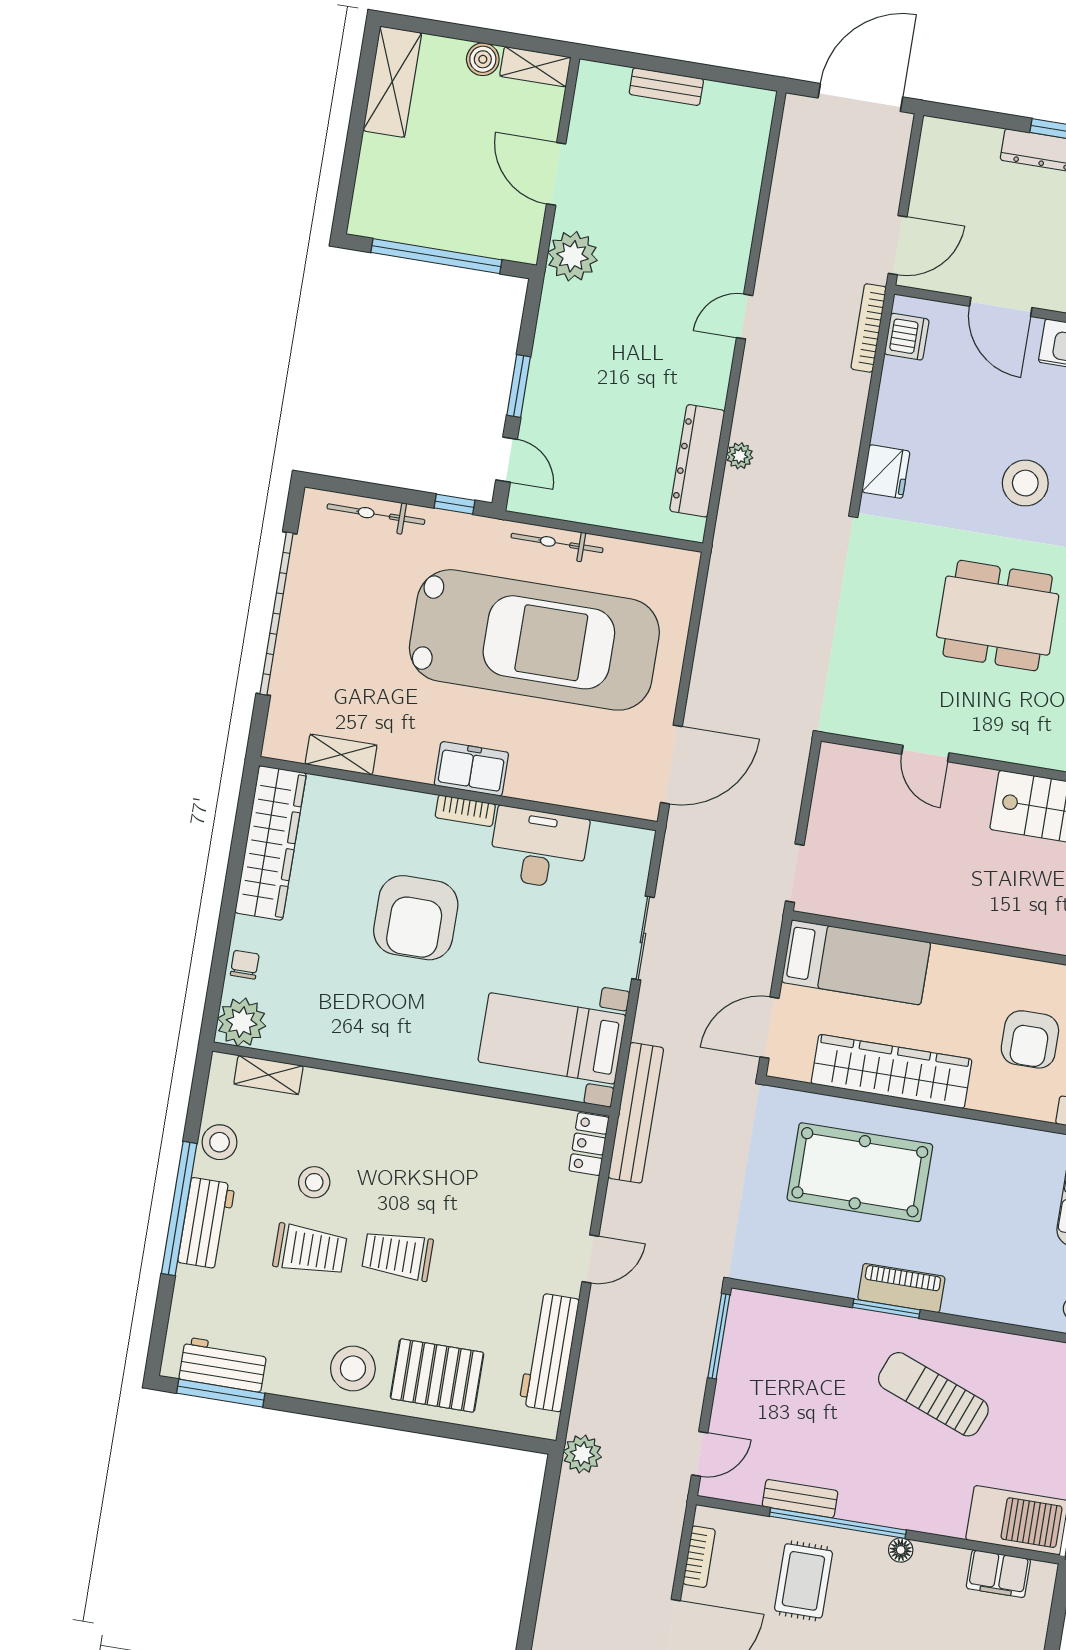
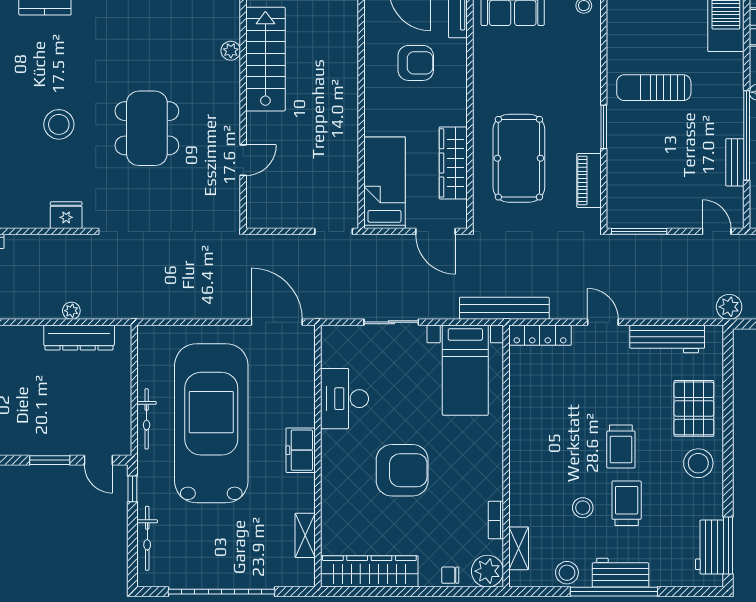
door: (507, 460) -> (98, 460), swing flipped
bookcase: (465, 811) -> (496, 520), moved, turned 180
wardrobe: (891, 1071) -> (453, 163), width x0.71, depth x0.85
locker: (589, 1144) -> (540, 335), width x1.53
piano: (901, 1288) -> (589, 180), moved
sun lounger: (933, 1394) -> (654, 88), turned 69

